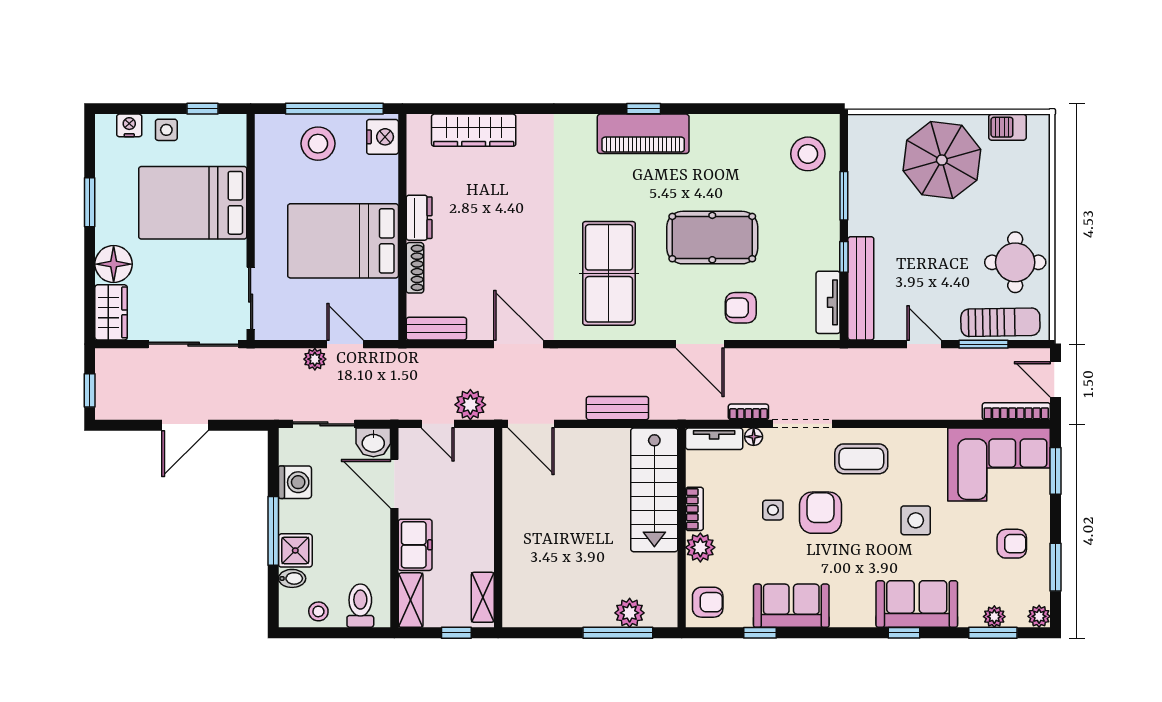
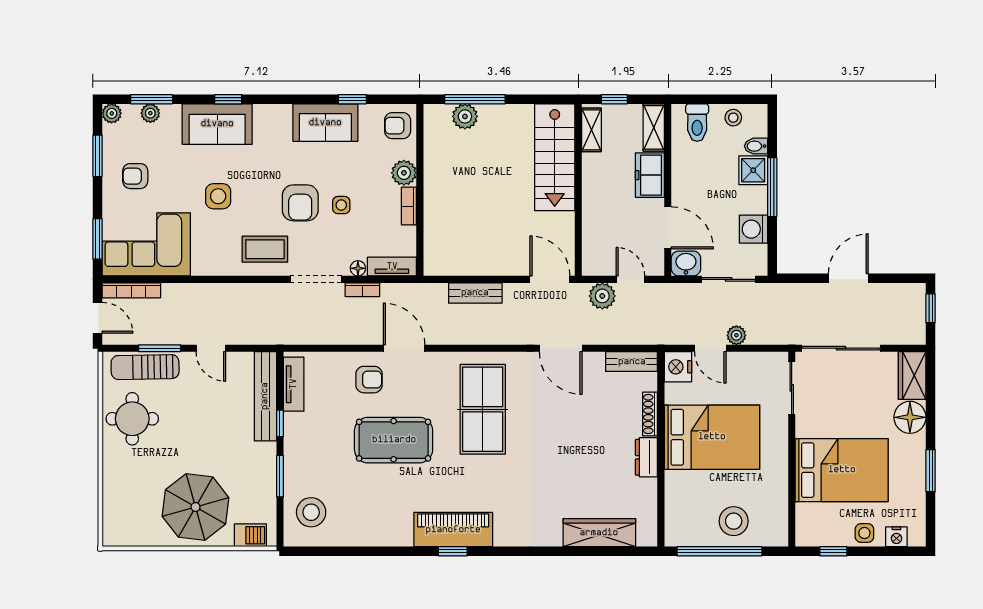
barbecue: (1007, 127) -> (250, 535), moved
nightstand: (383, 137) -> (678, 367), moved
stairs: (654, 490) -> (555, 157), moved, turned 180

